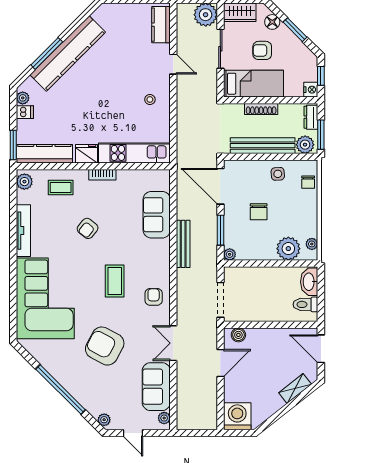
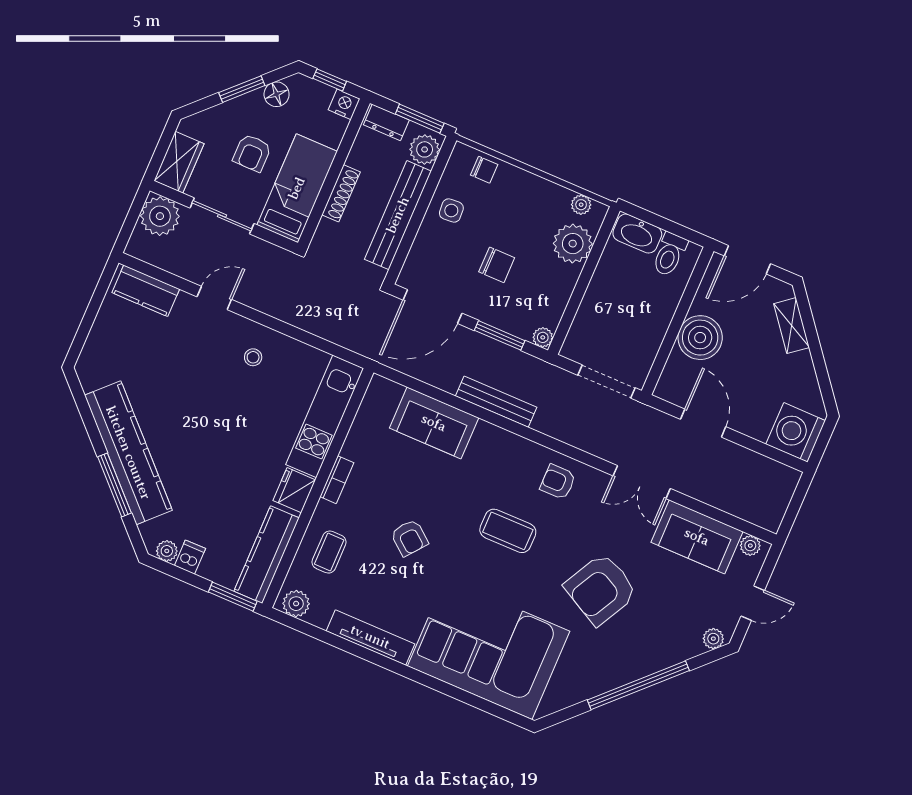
floor lamp: (272, 22) -> (277, 94), moved
boiler: (238, 335) -> (700, 338), moved, width x1.86, depth x1.86

